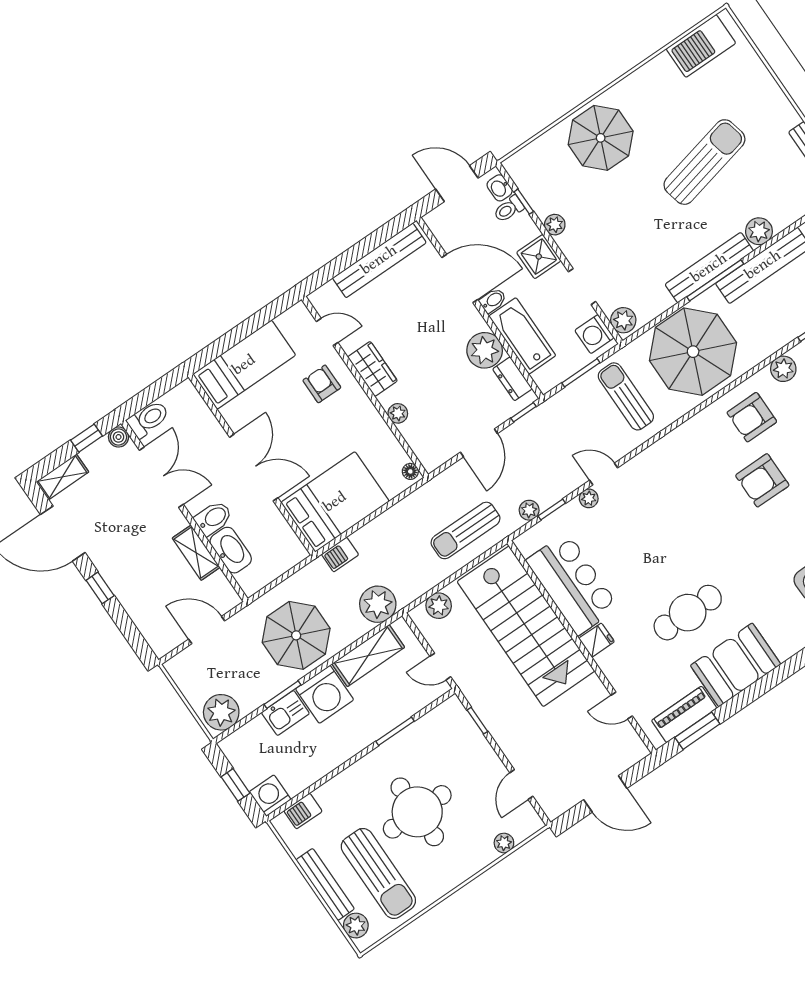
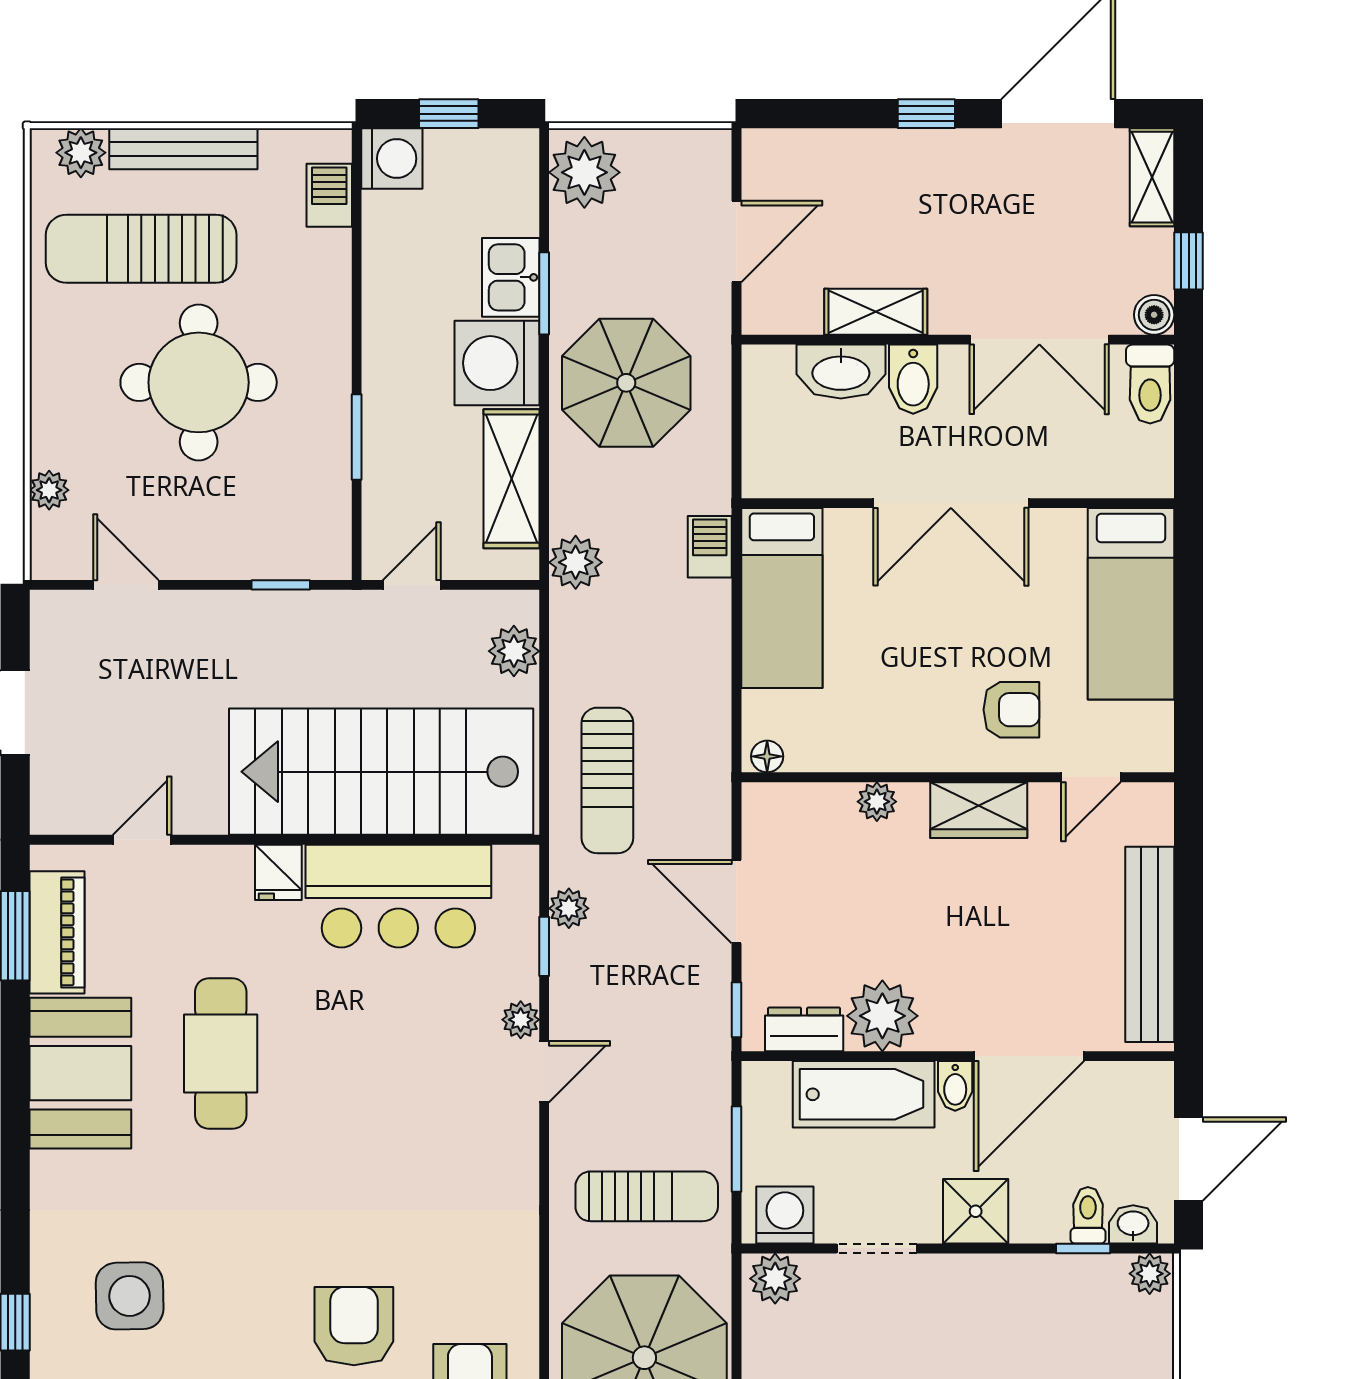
plant: (555, 225) -> (1150, 1274), moved
bed: (335, 502) -> (782, 598), width x0.67
sun lounger: (465, 530) -> (607, 780), turned 180
plant: (378, 604) -> (576, 562), width x0.73, depth x0.73

